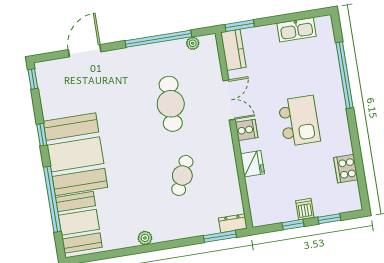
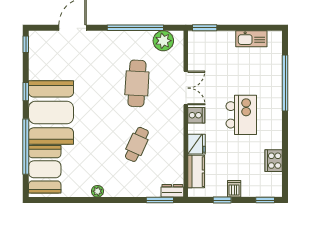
plant: (193, 43) -> (163, 41), width x1.87, depth x1.87
kitchen counter: (233, 50) -> (196, 172), moved
window: (329, 219) -> (265, 200), moved

